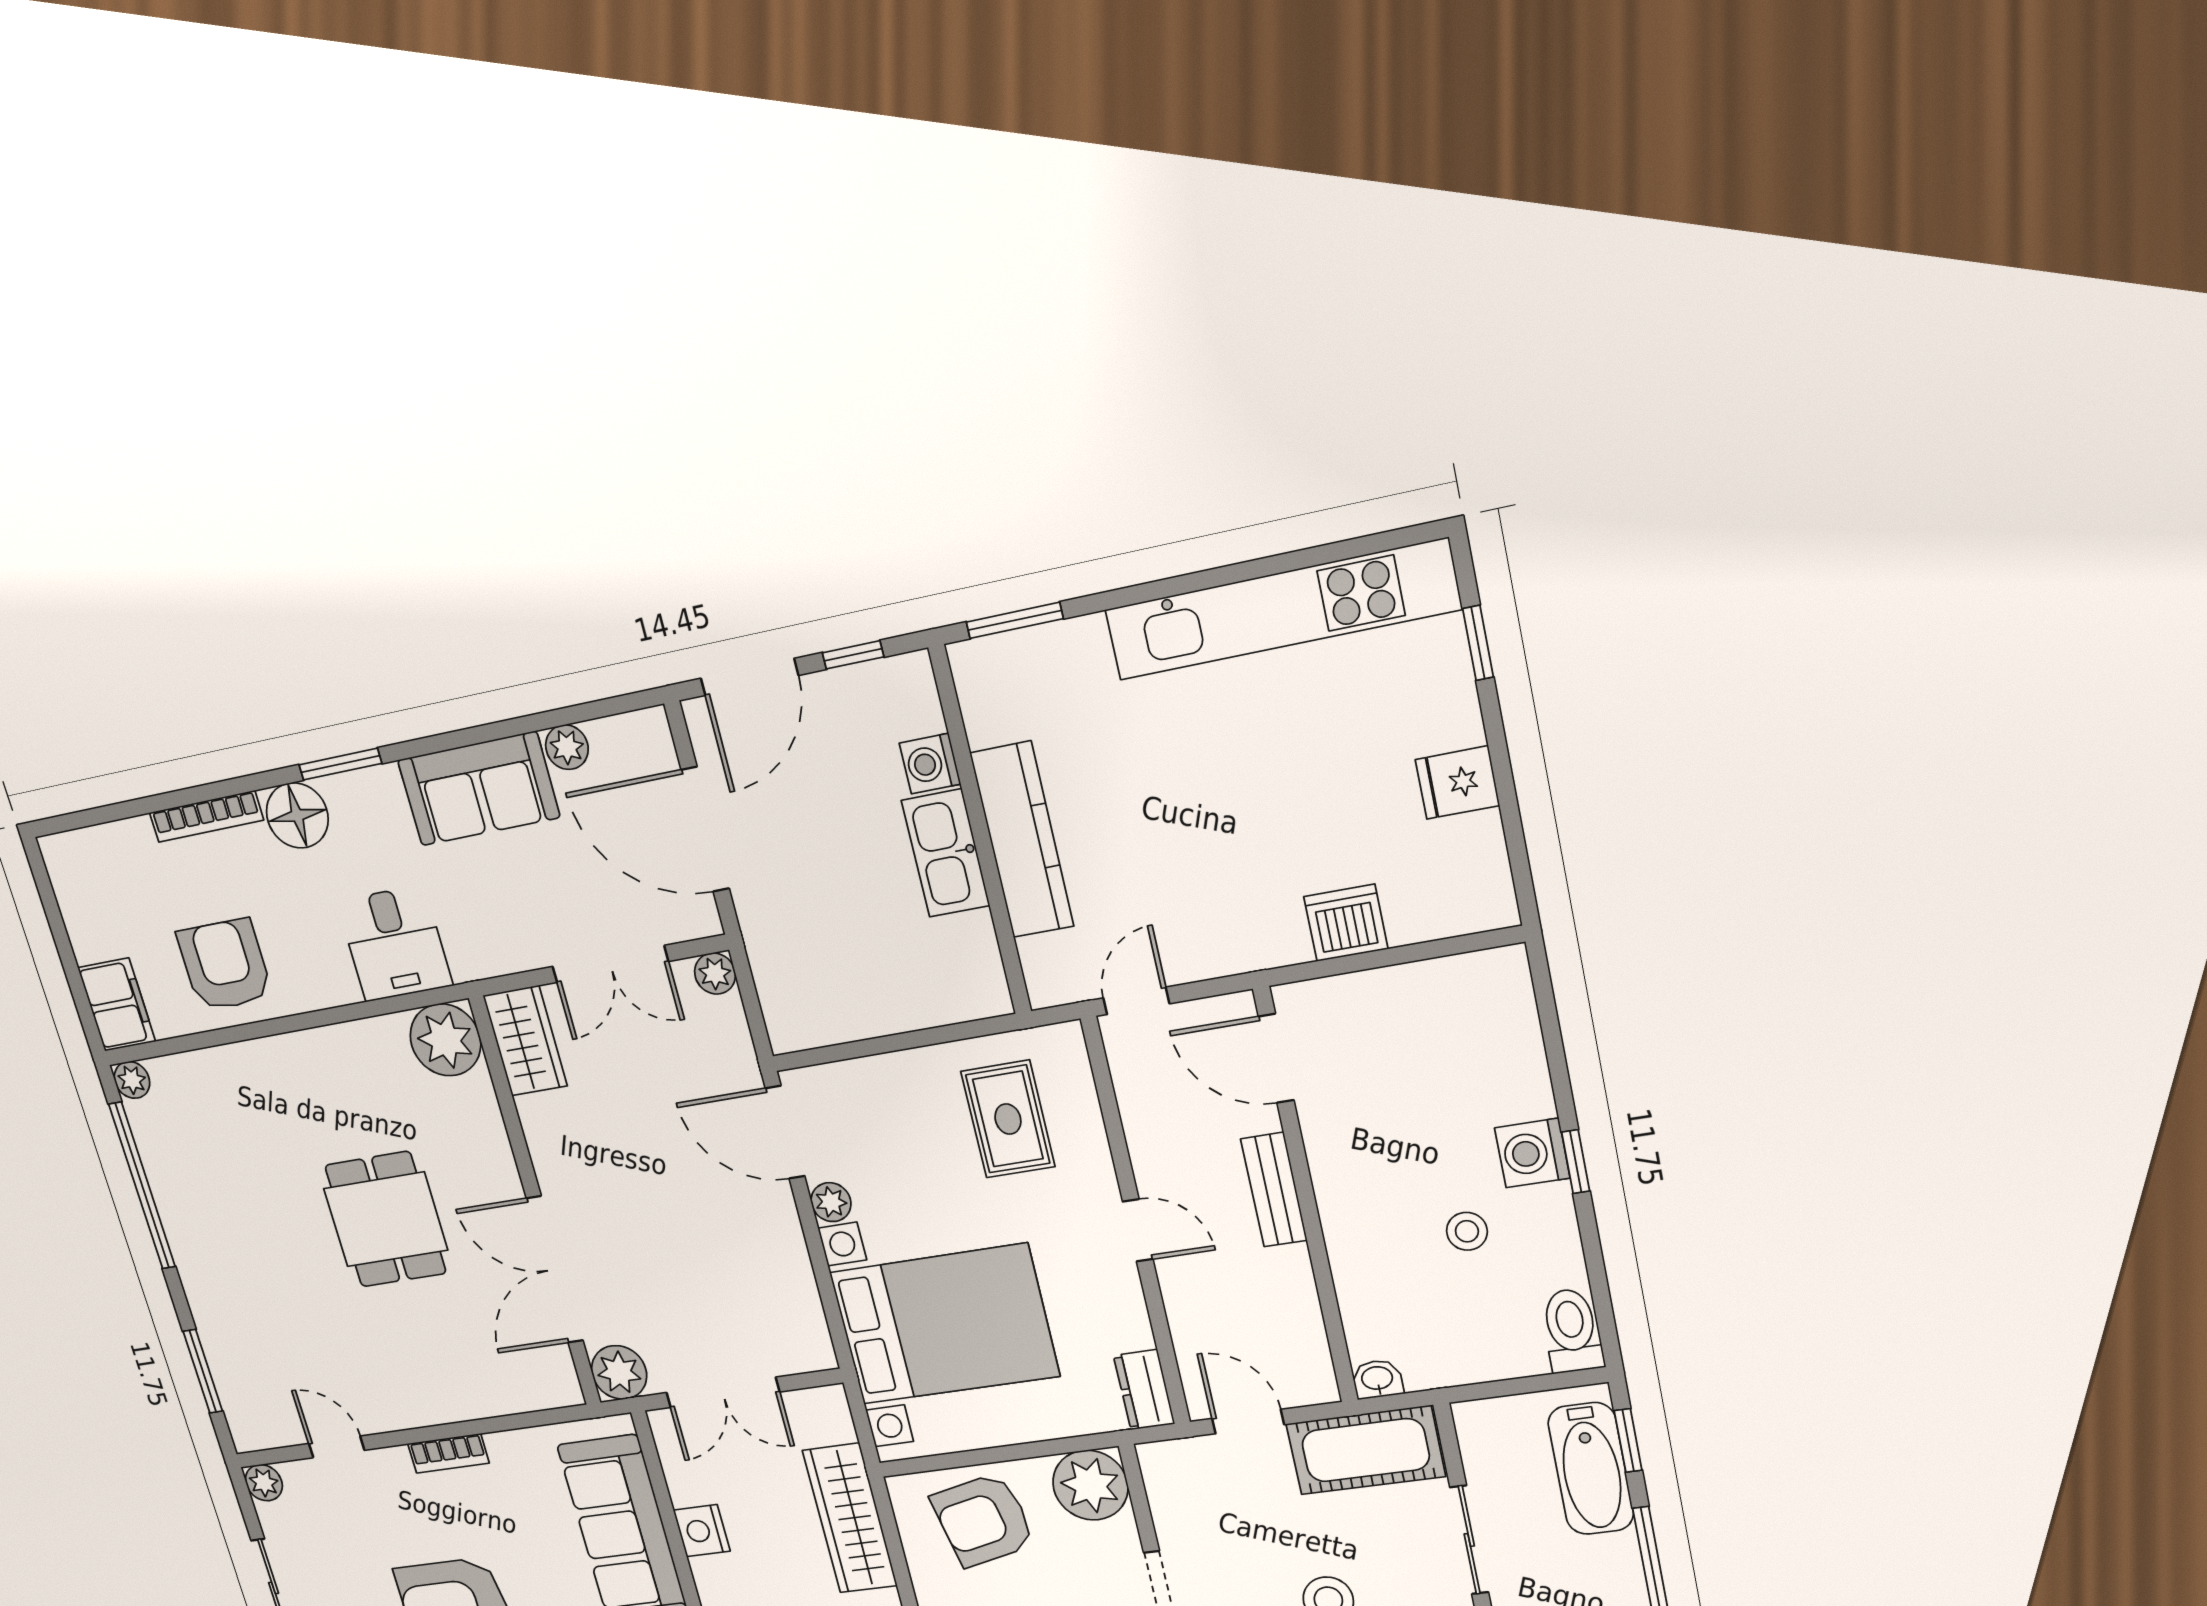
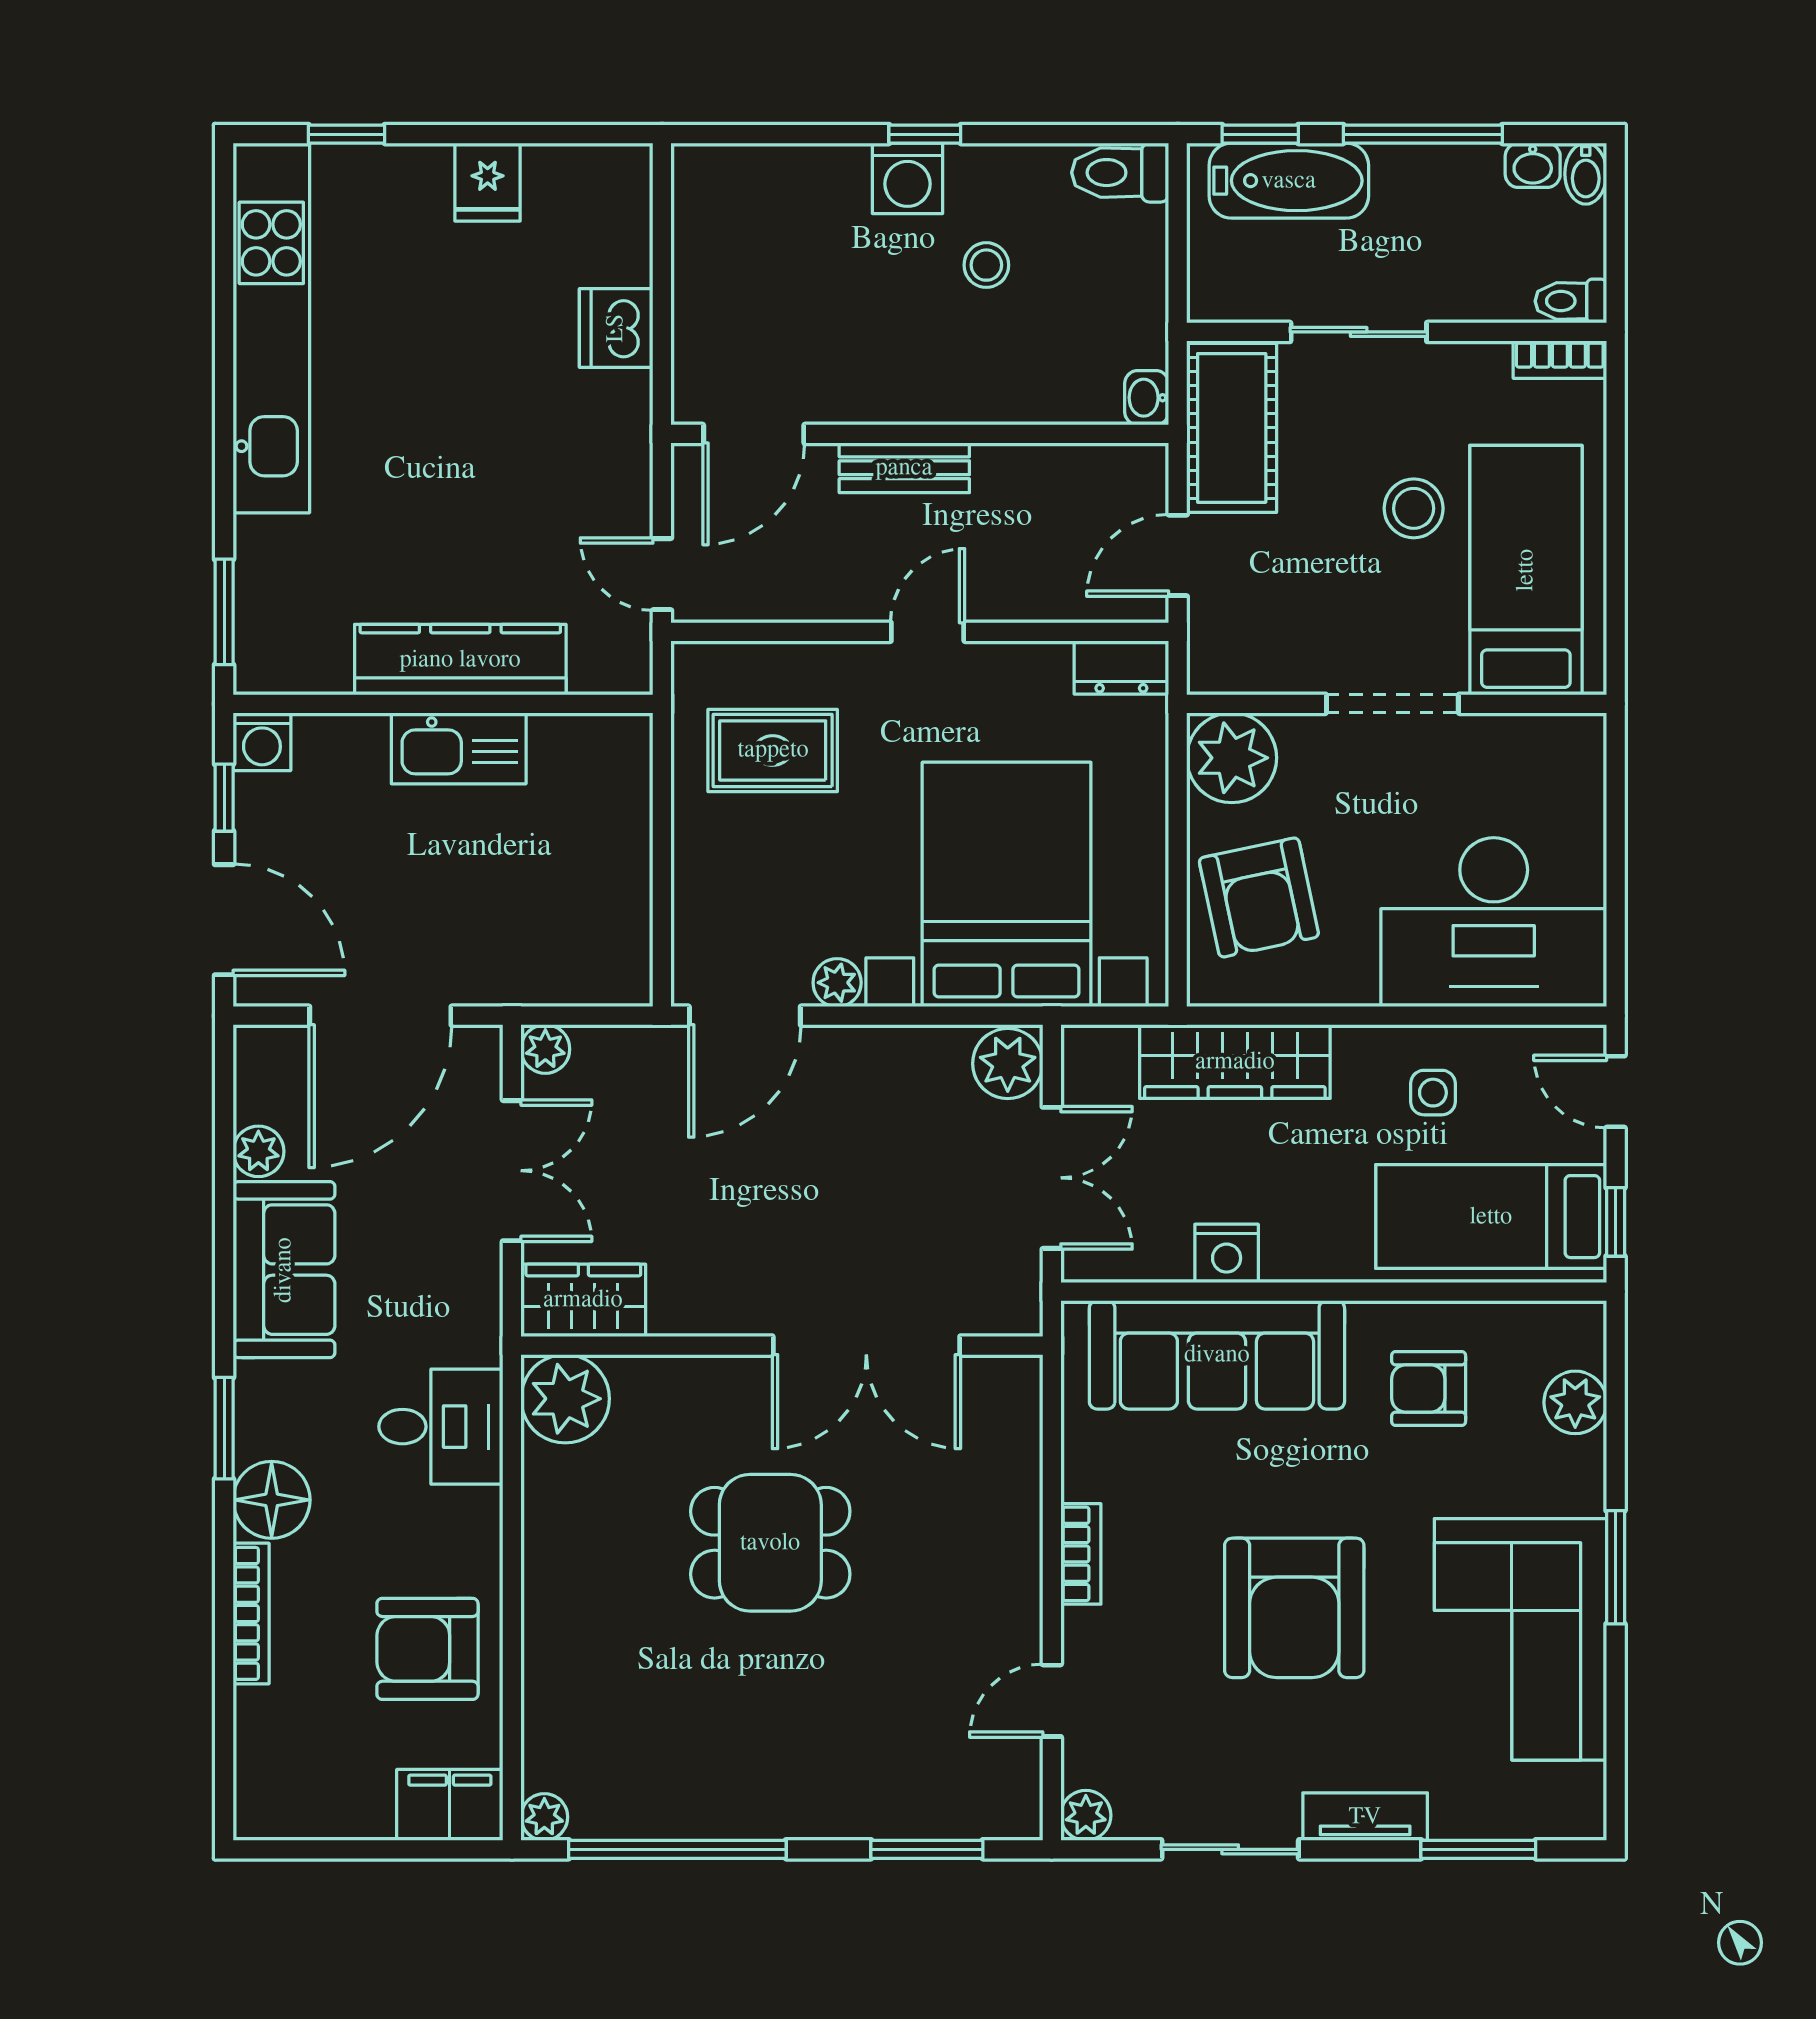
washing machine: (930, 764) -> (262, 742), moved
plant: (619, 1372) -> (1008, 1064), moved

